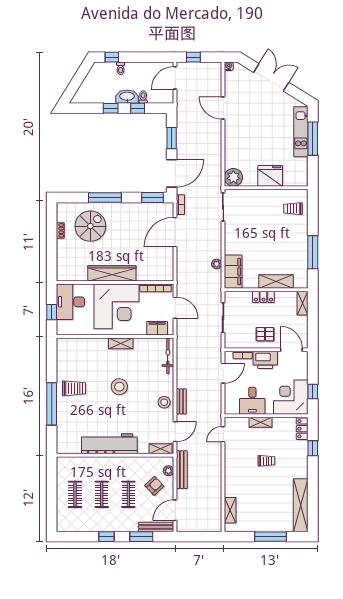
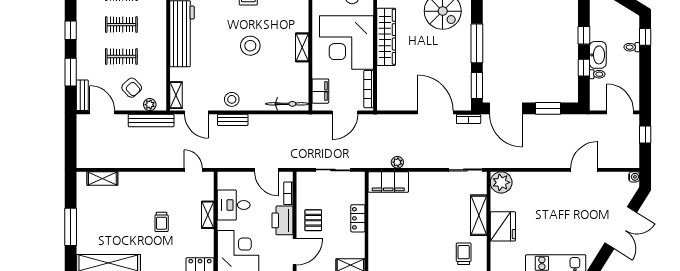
window: (105, 198) -> (477, 43), moved
shelving: (276, 281) -> (479, 215), moved
bench: (156, 527) -> (82, 95), width x0.73

